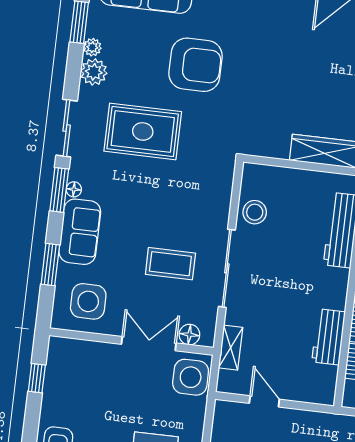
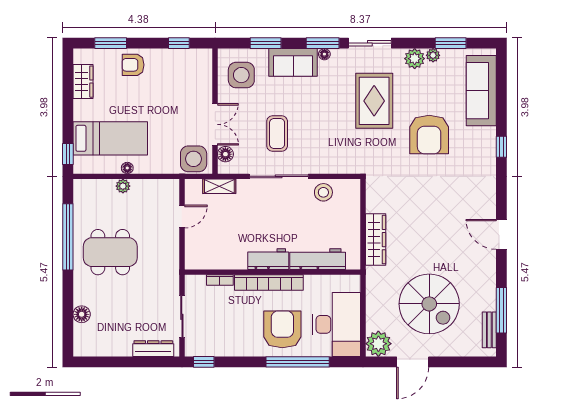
workbench: (328, 337) -> (268, 259), moved

